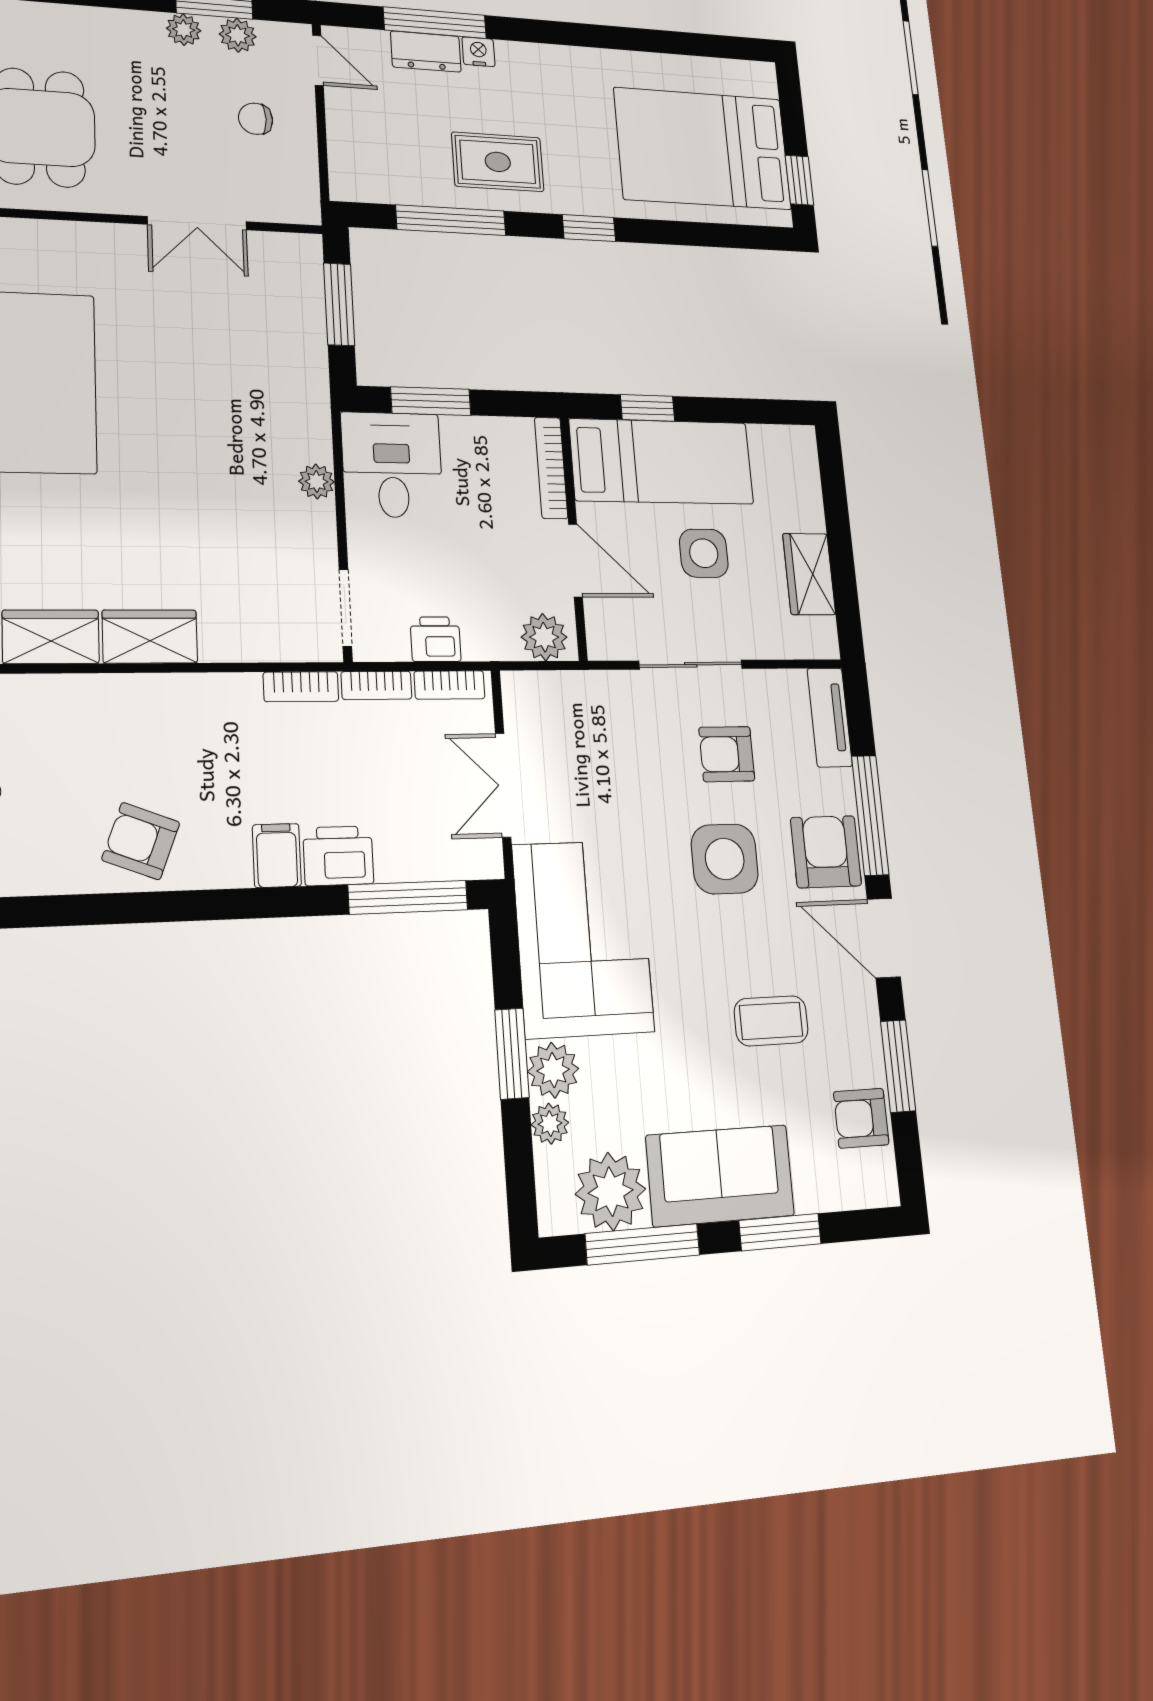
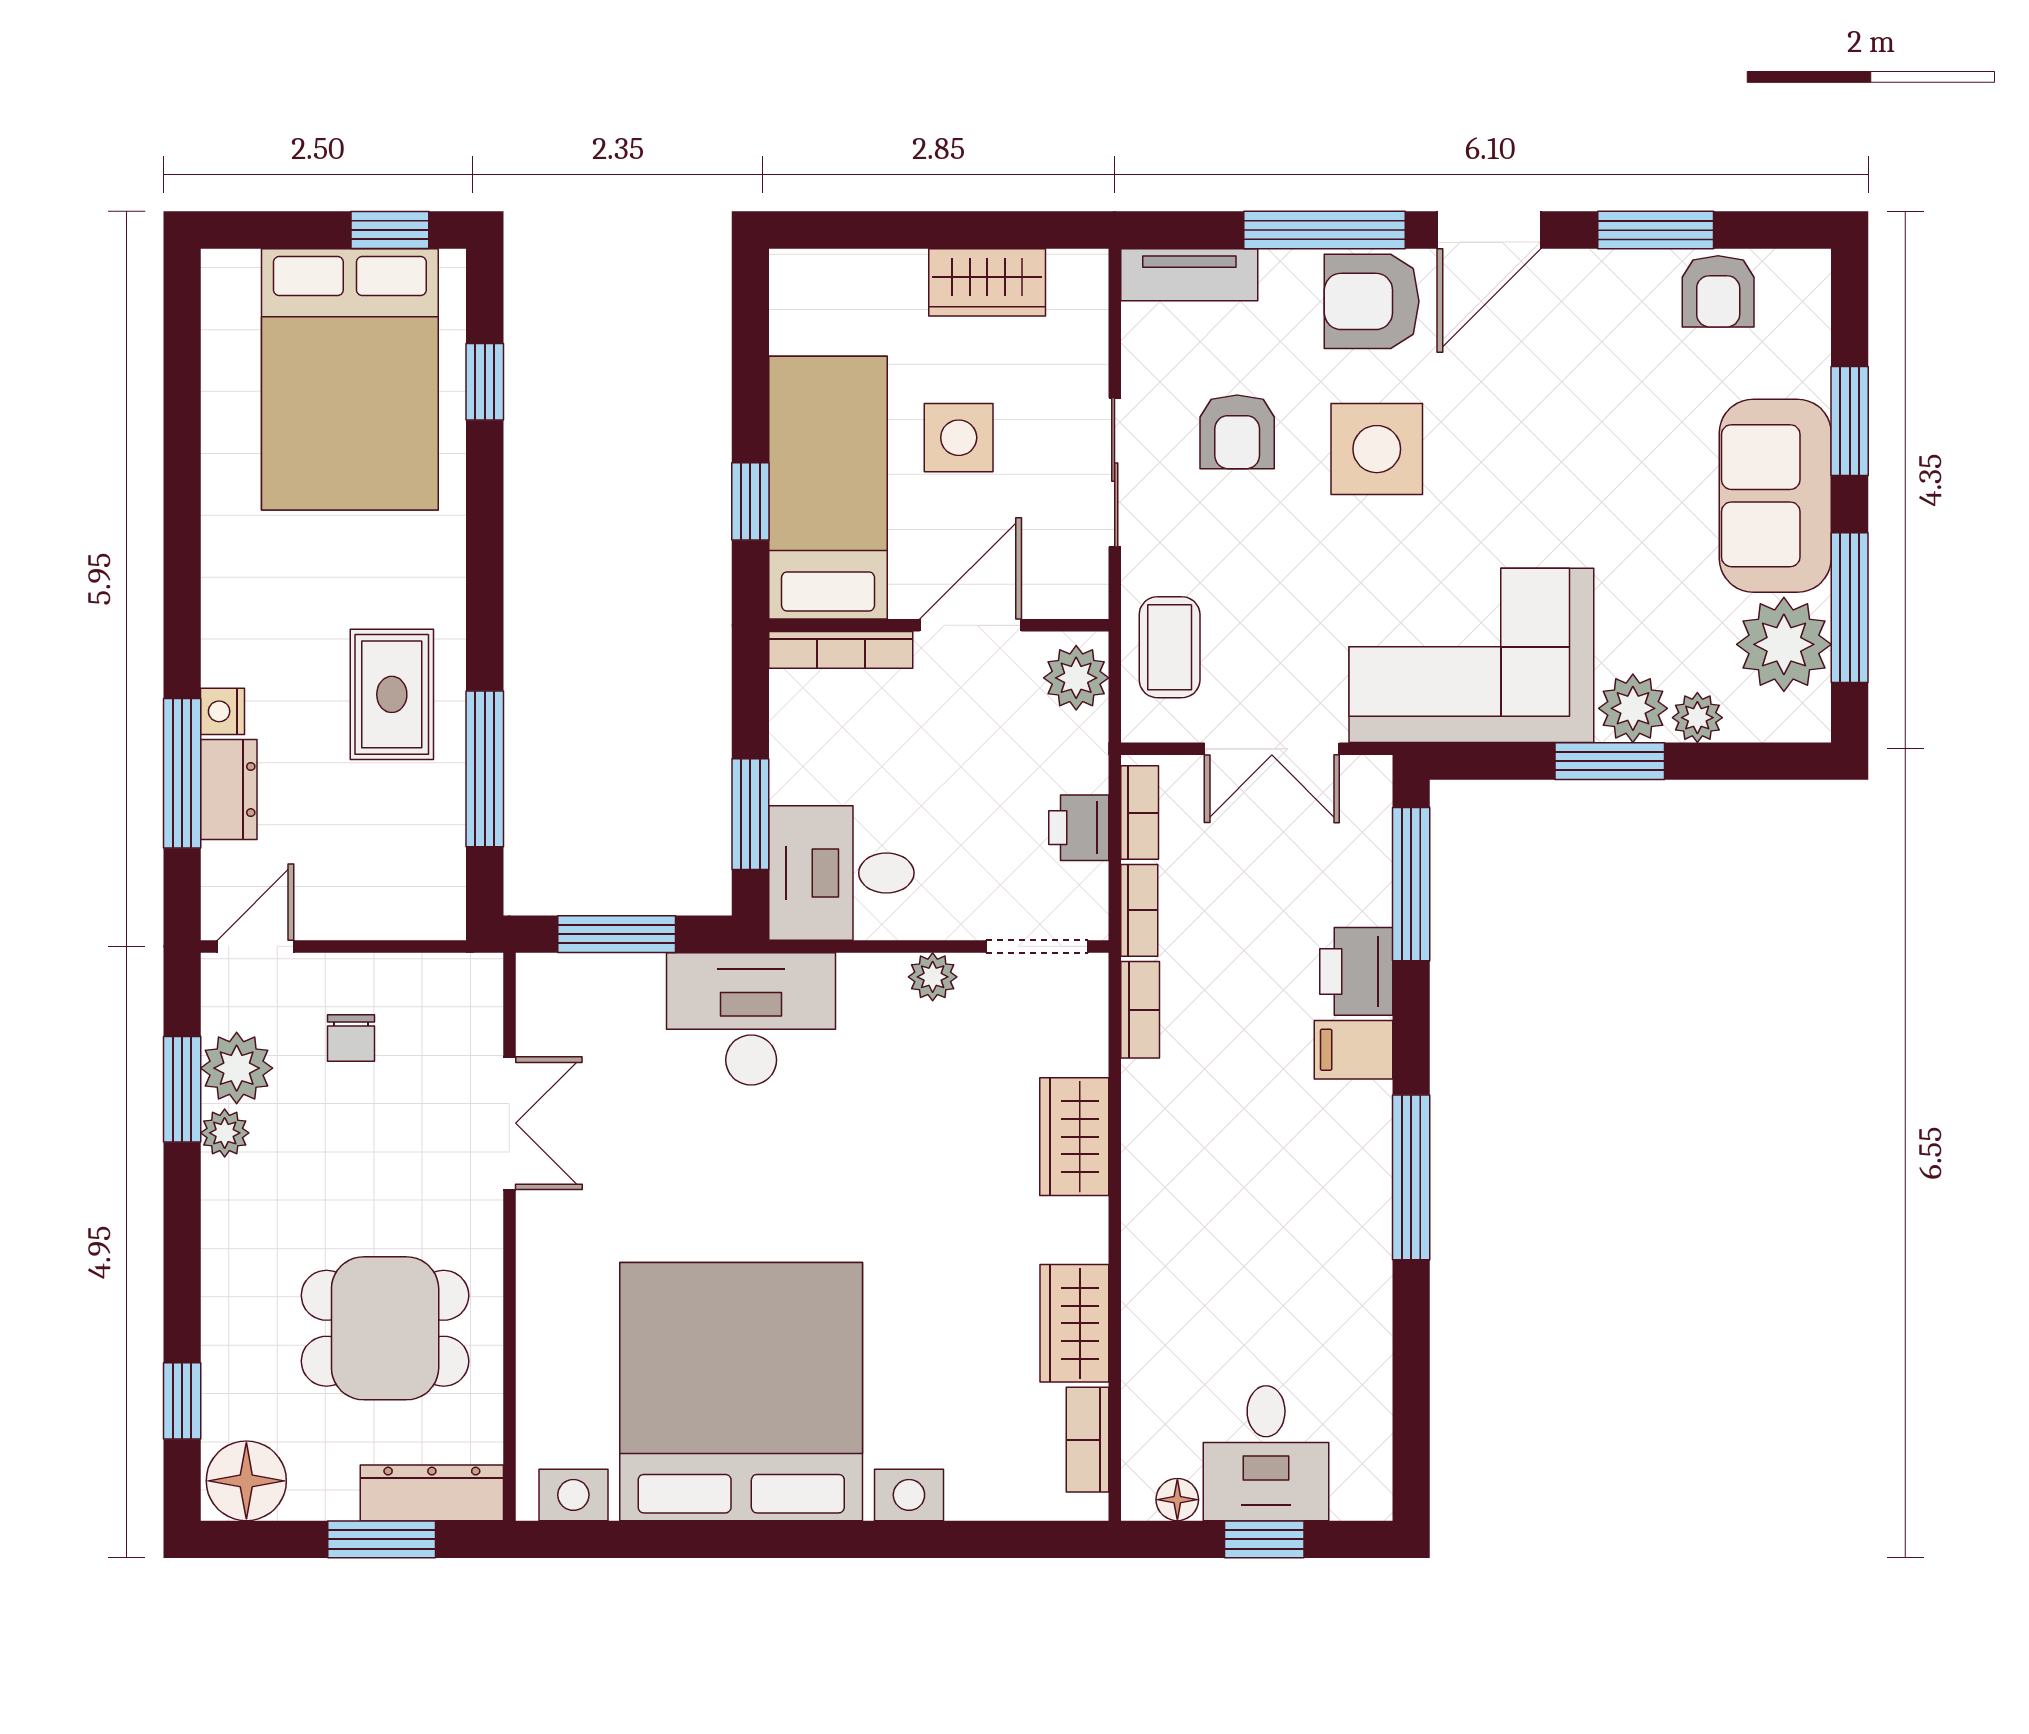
plant: (238, 35) -> (237, 1068), width x1.38, depth x1.38
window: (589, 228) -> (485, 382), moved
desk: (281, 397) -> (751, 1019), added
plant: (317, 482) -> (933, 977), moved
wardrobe: (150, 636) -> (1074, 1137), moved
armchair: (141, 841) -> (1331, 1218), removed
window: (176, 906) -> (1411, 1177), added
coffee table: (771, 1021) -> (1170, 647), moved

